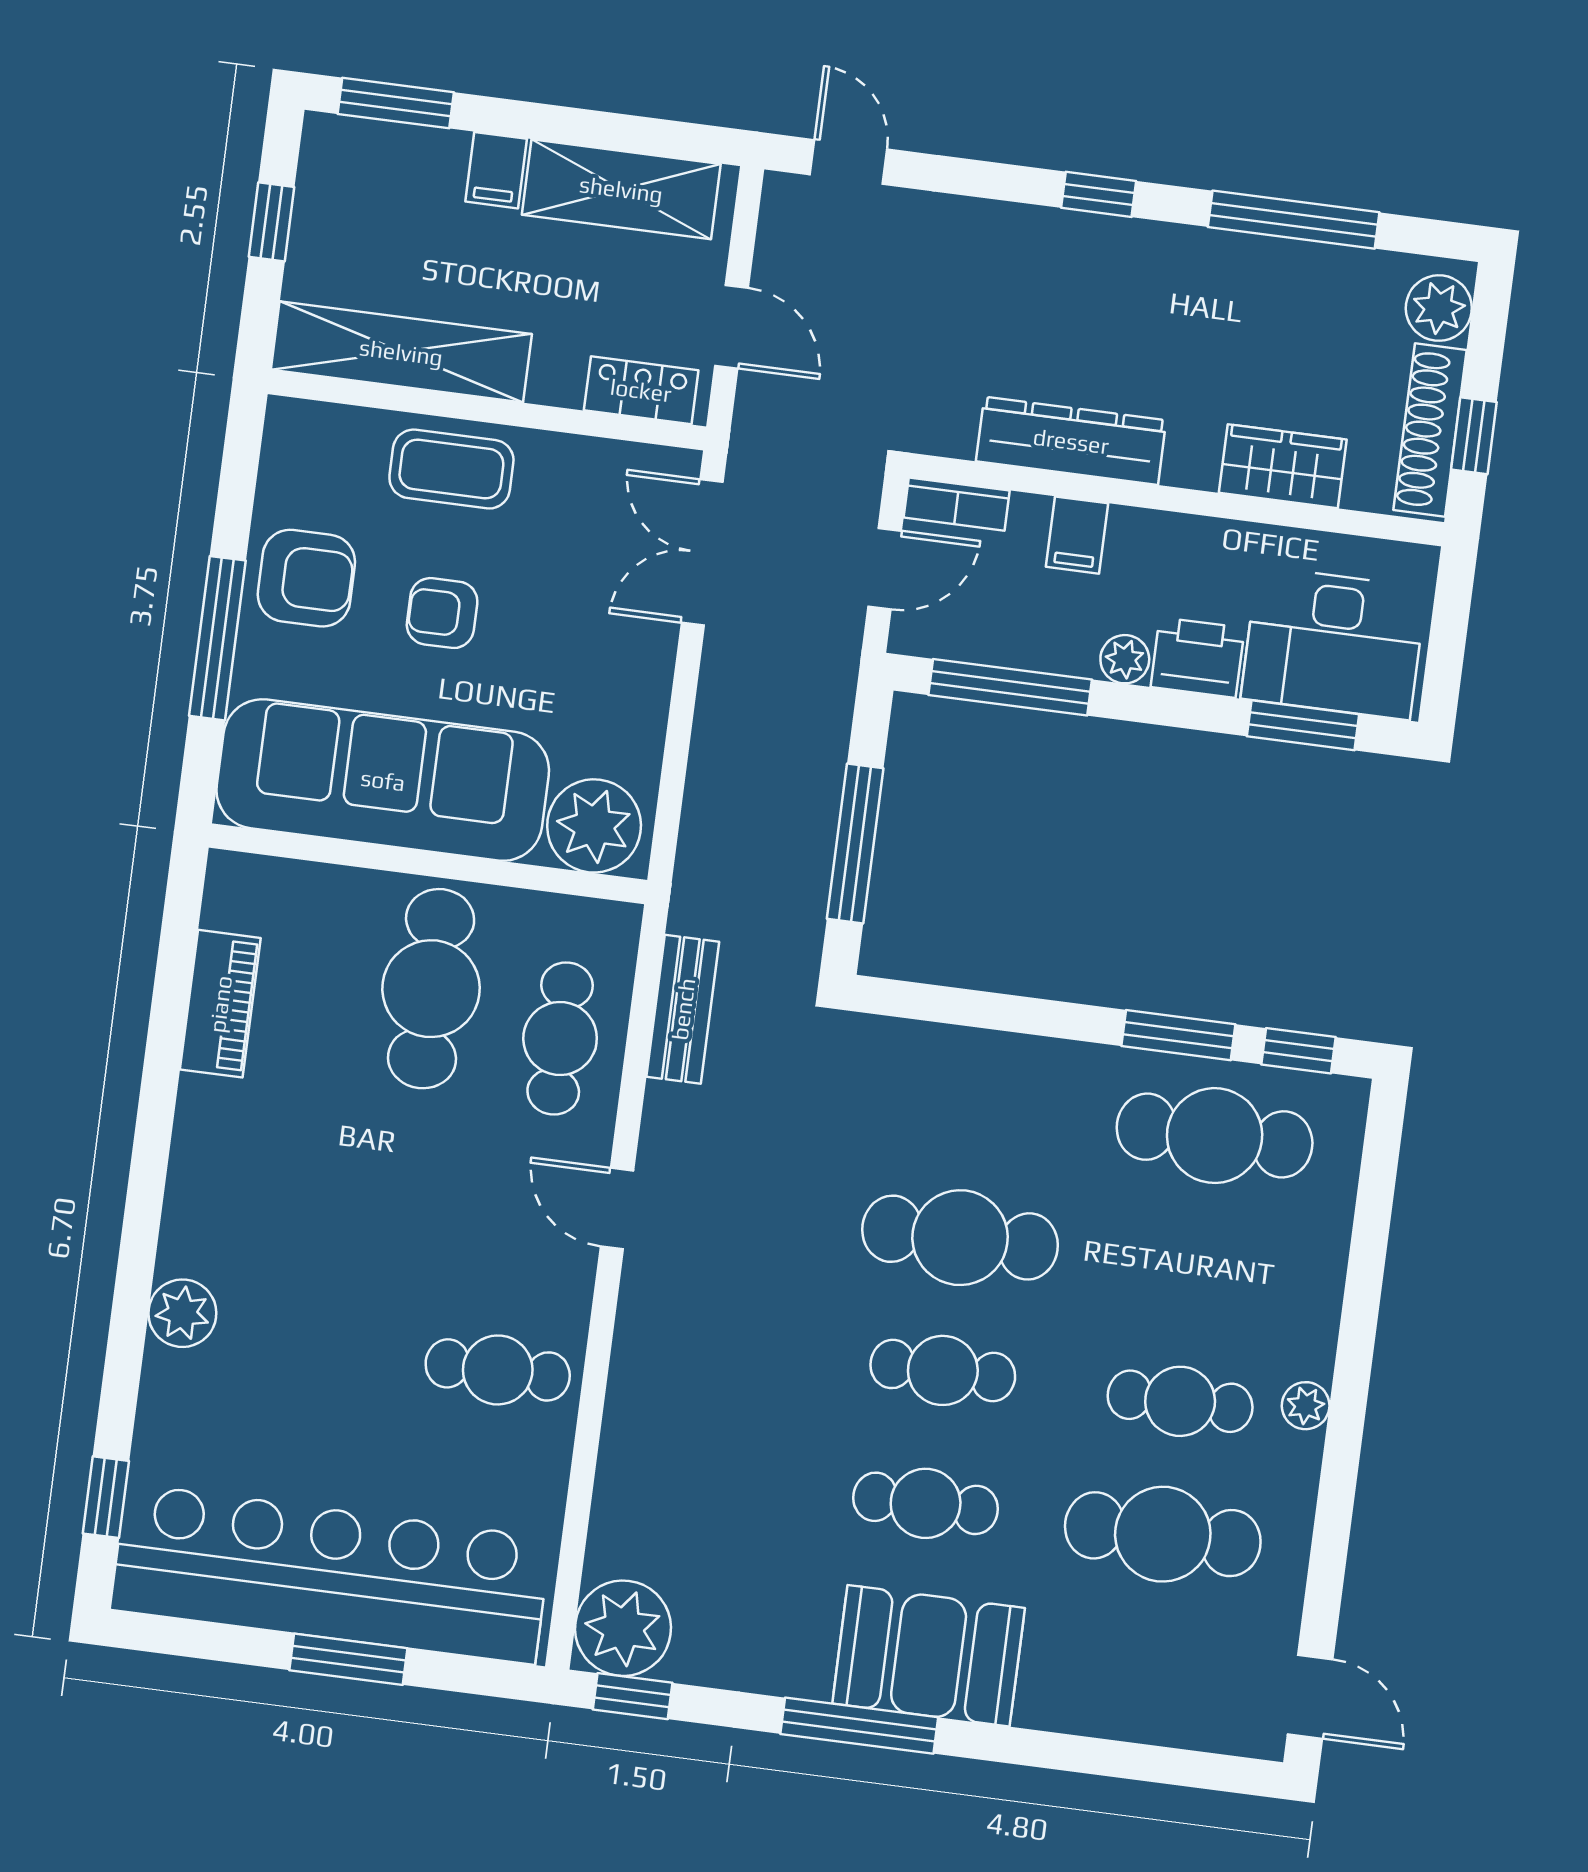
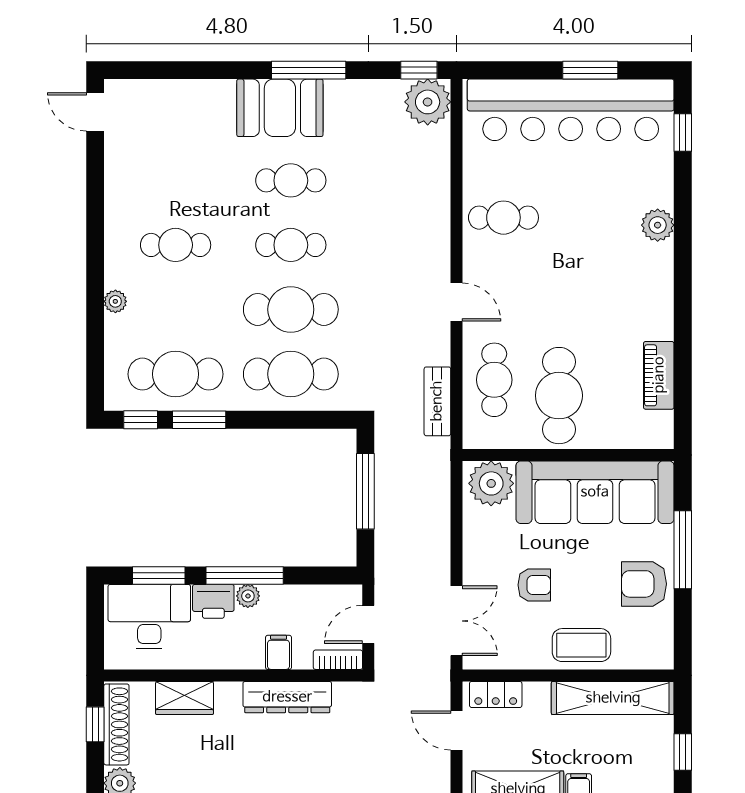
armchair: (442, 613) -> (534, 585), moved
window: (1010, 687) -> (245, 575), moved
plant: (1306, 1406) -> (115, 301), moved
cafe table: (1163, 1534) -> (291, 374), moved
window: (348, 1659) -> (590, 70), moved

